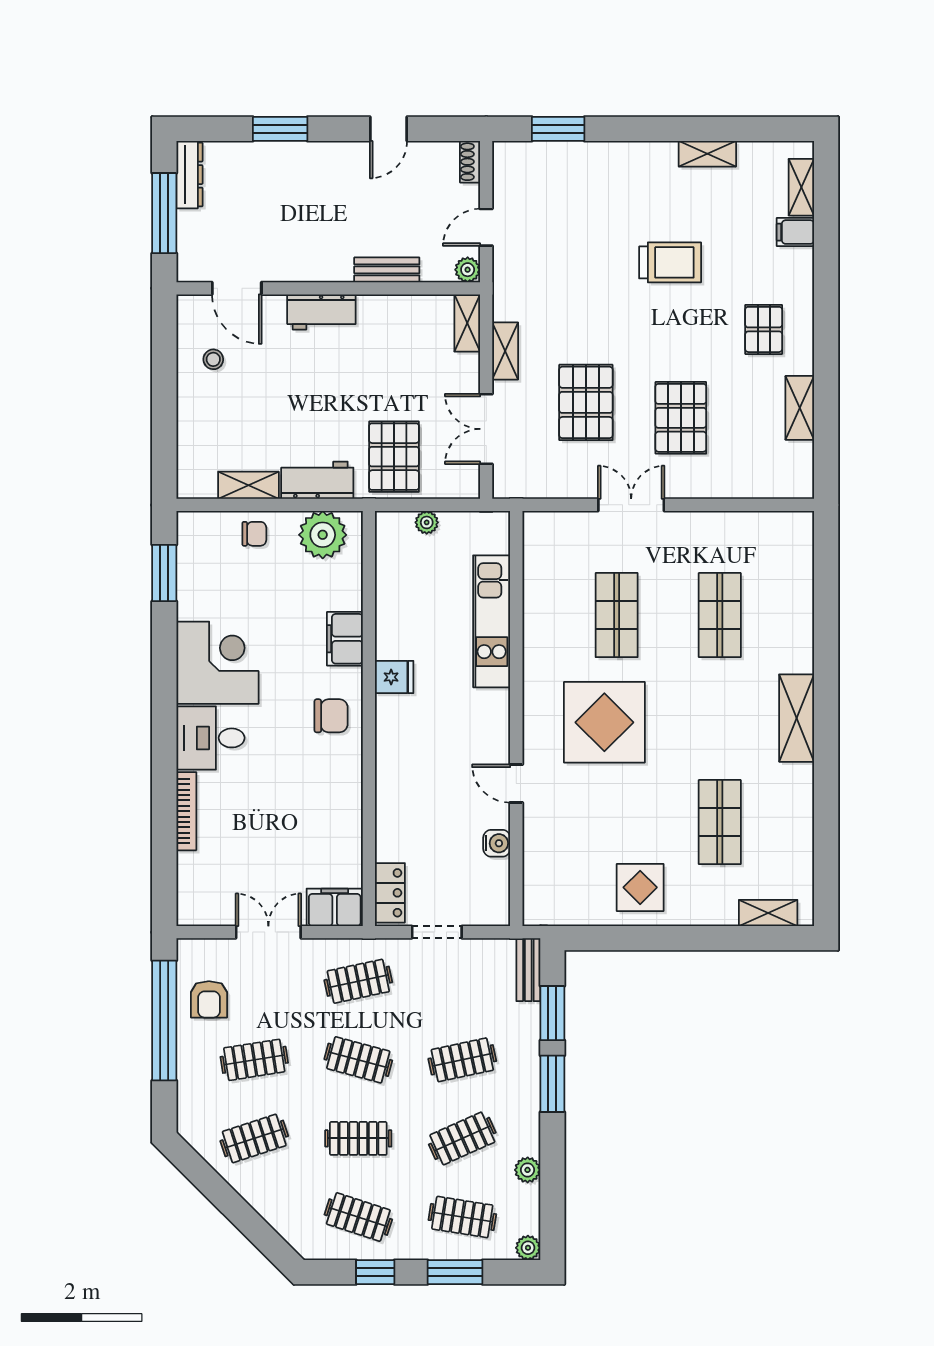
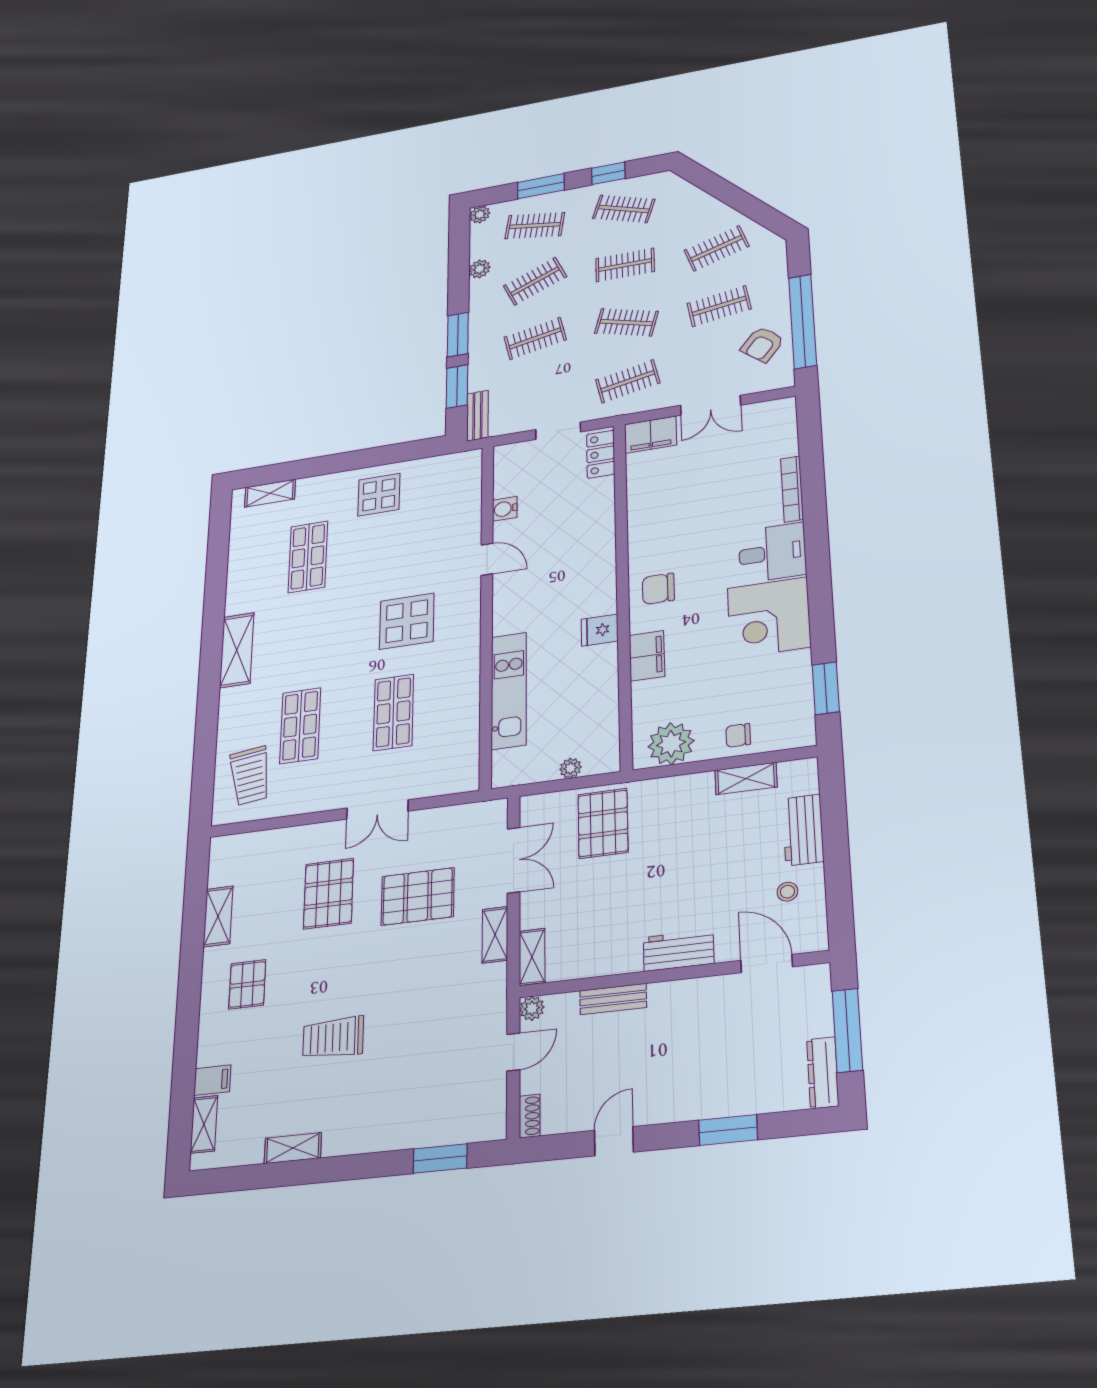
pallet: (586, 402) -> (418, 896), turned 90
workbench: (317, 480) -> (803, 830), moved, turned 90
trolley: (773, 564) -> (250, 776), added
display table: (604, 722) -> (407, 621), width x0.73, depth x0.73
armchair: (209, 999) -> (762, 344), turned -141

